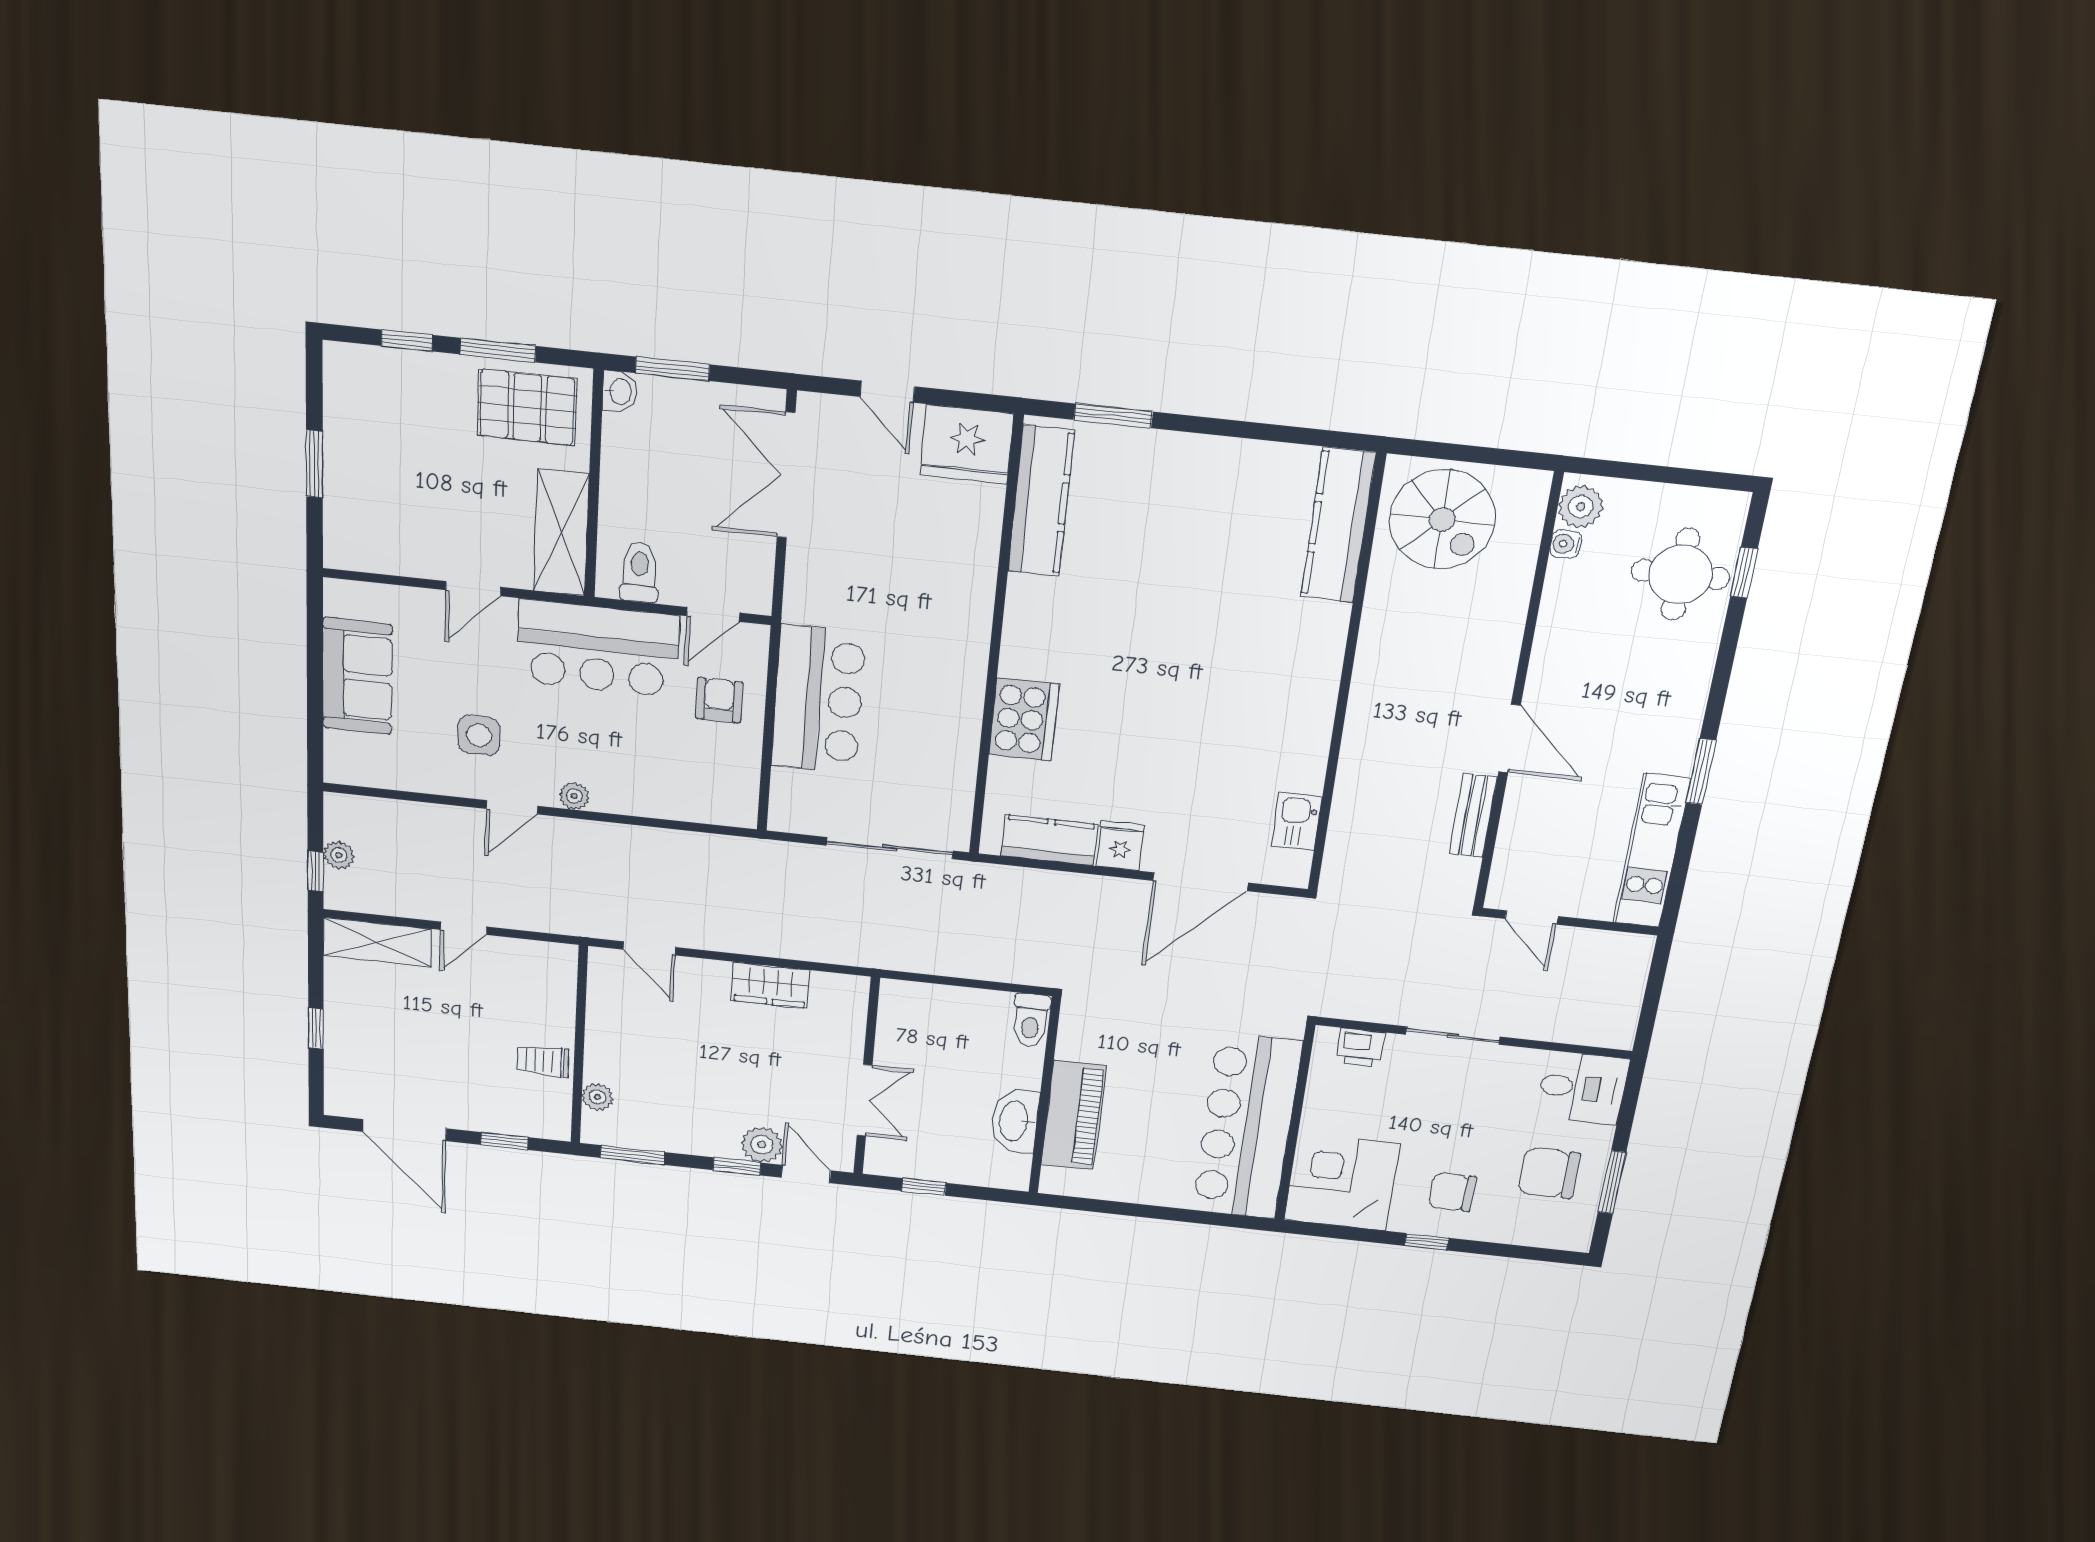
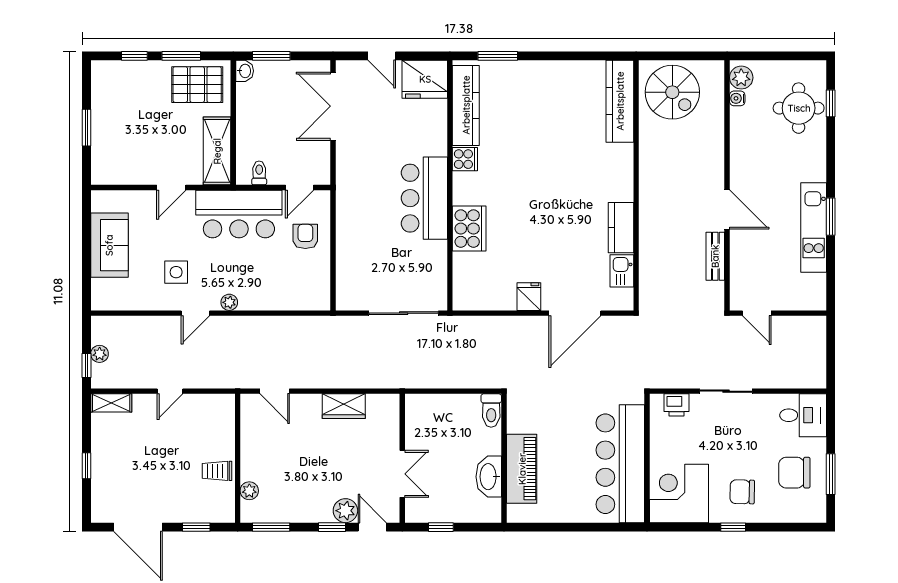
toilet: (639, 572) -> (259, 173), width x0.73, depth x0.72
cooker: (1029, 598) -> (465, 159), added
bar counter: (818, 700) -> (424, 198), moved, turned 180
kitchen counter: (1049, 840) -> (621, 228), moved, turned -90
kitchen unit: (1652, 851) -> (814, 227), moved
shelving: (377, 942) -> (111, 403), width x0.67, depth x0.75

